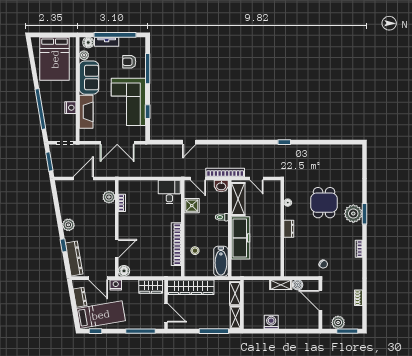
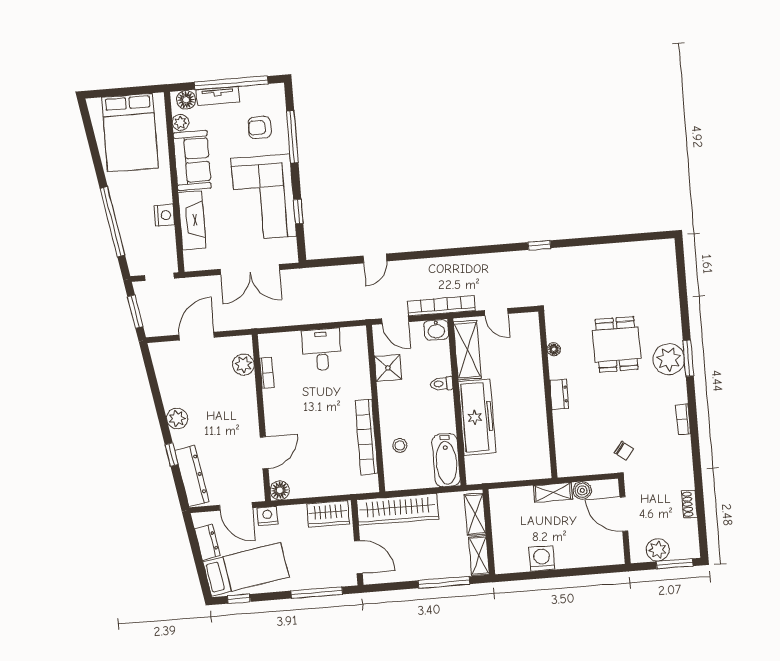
desk: (169, 192) -> (322, 349), moved

